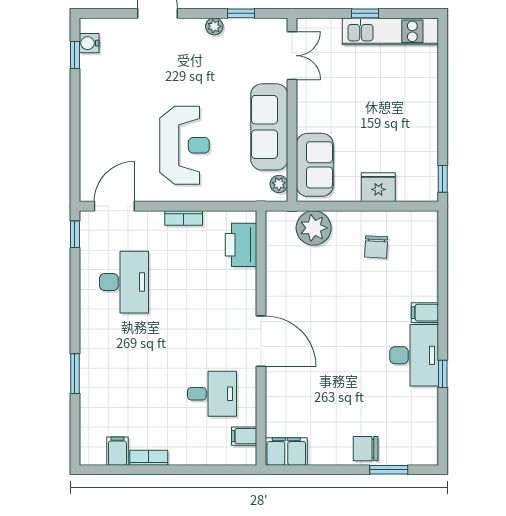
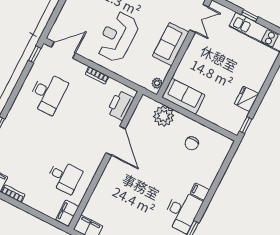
sofa: (269, 127) -> (171, 44), width x0.73
reception desk: (185, 145) -> (117, 37), turned 180
sofa: (315, 165) -> (183, 96), moved, turned -90
fridge: (378, 187) -> (246, 99), moved, turned -90
door: (261, 341) -> (116, 141), moved
filing cabinet: (244, 436) -> (67, 213), width x2.00

